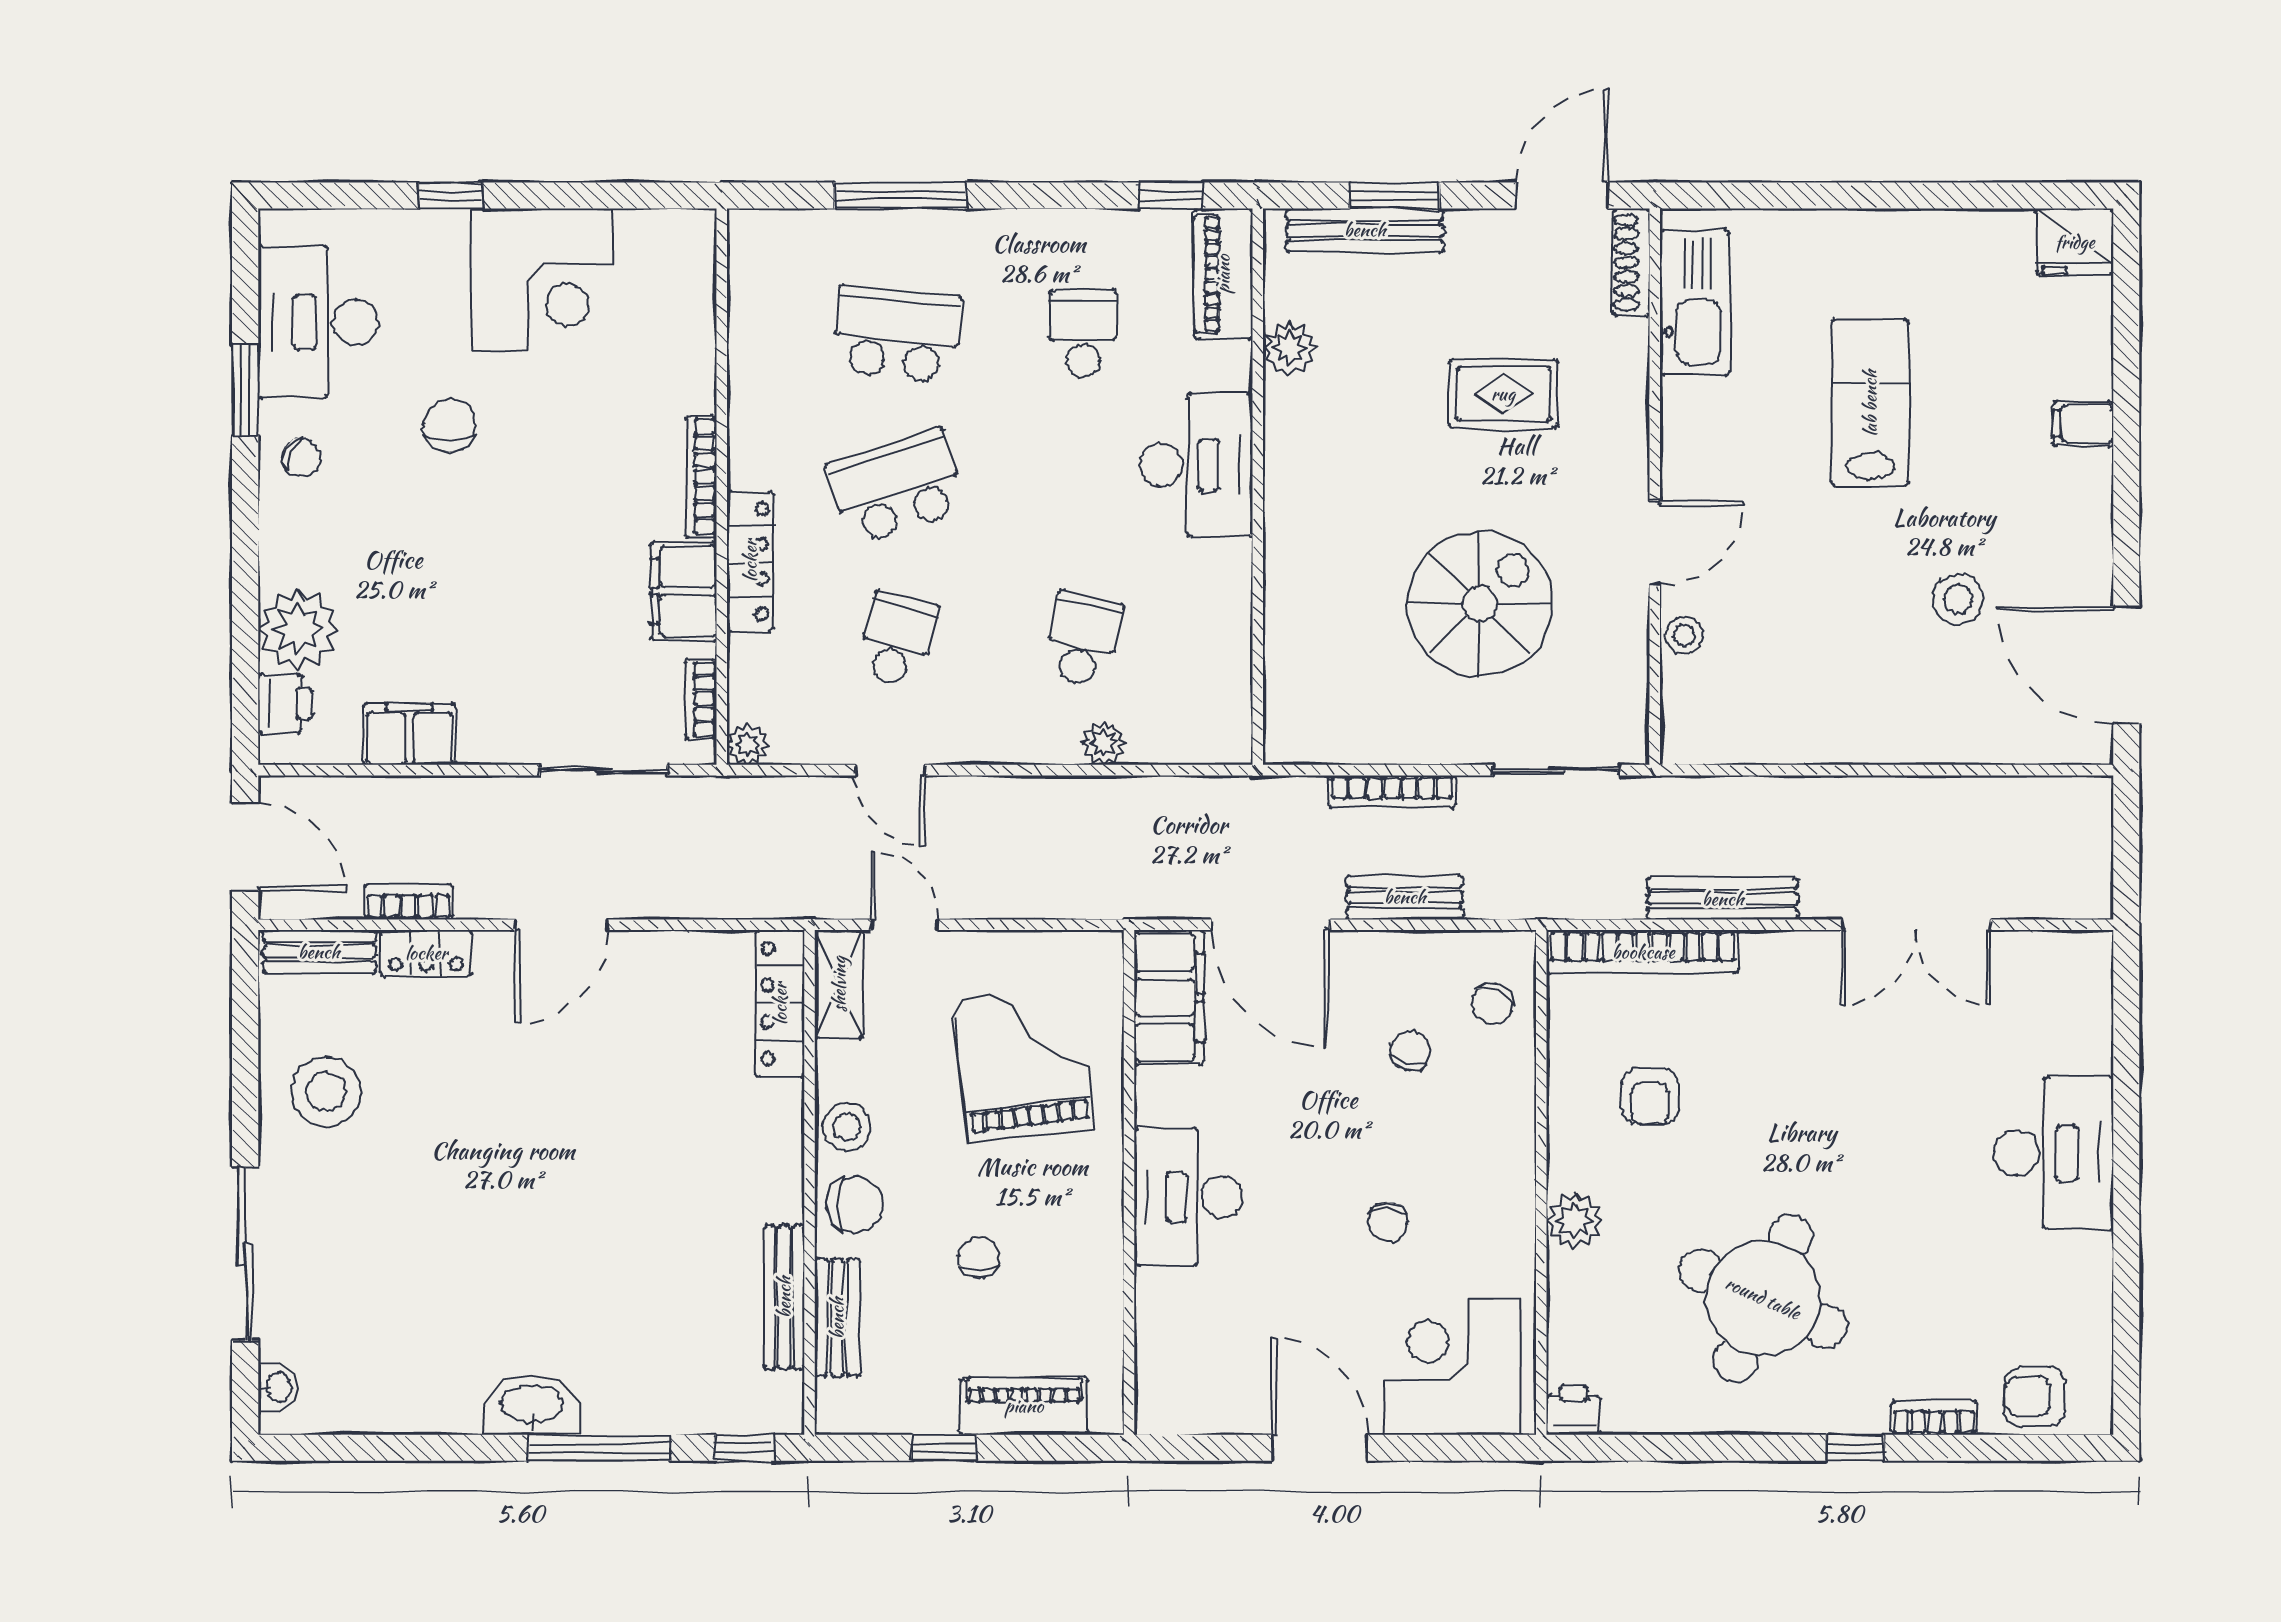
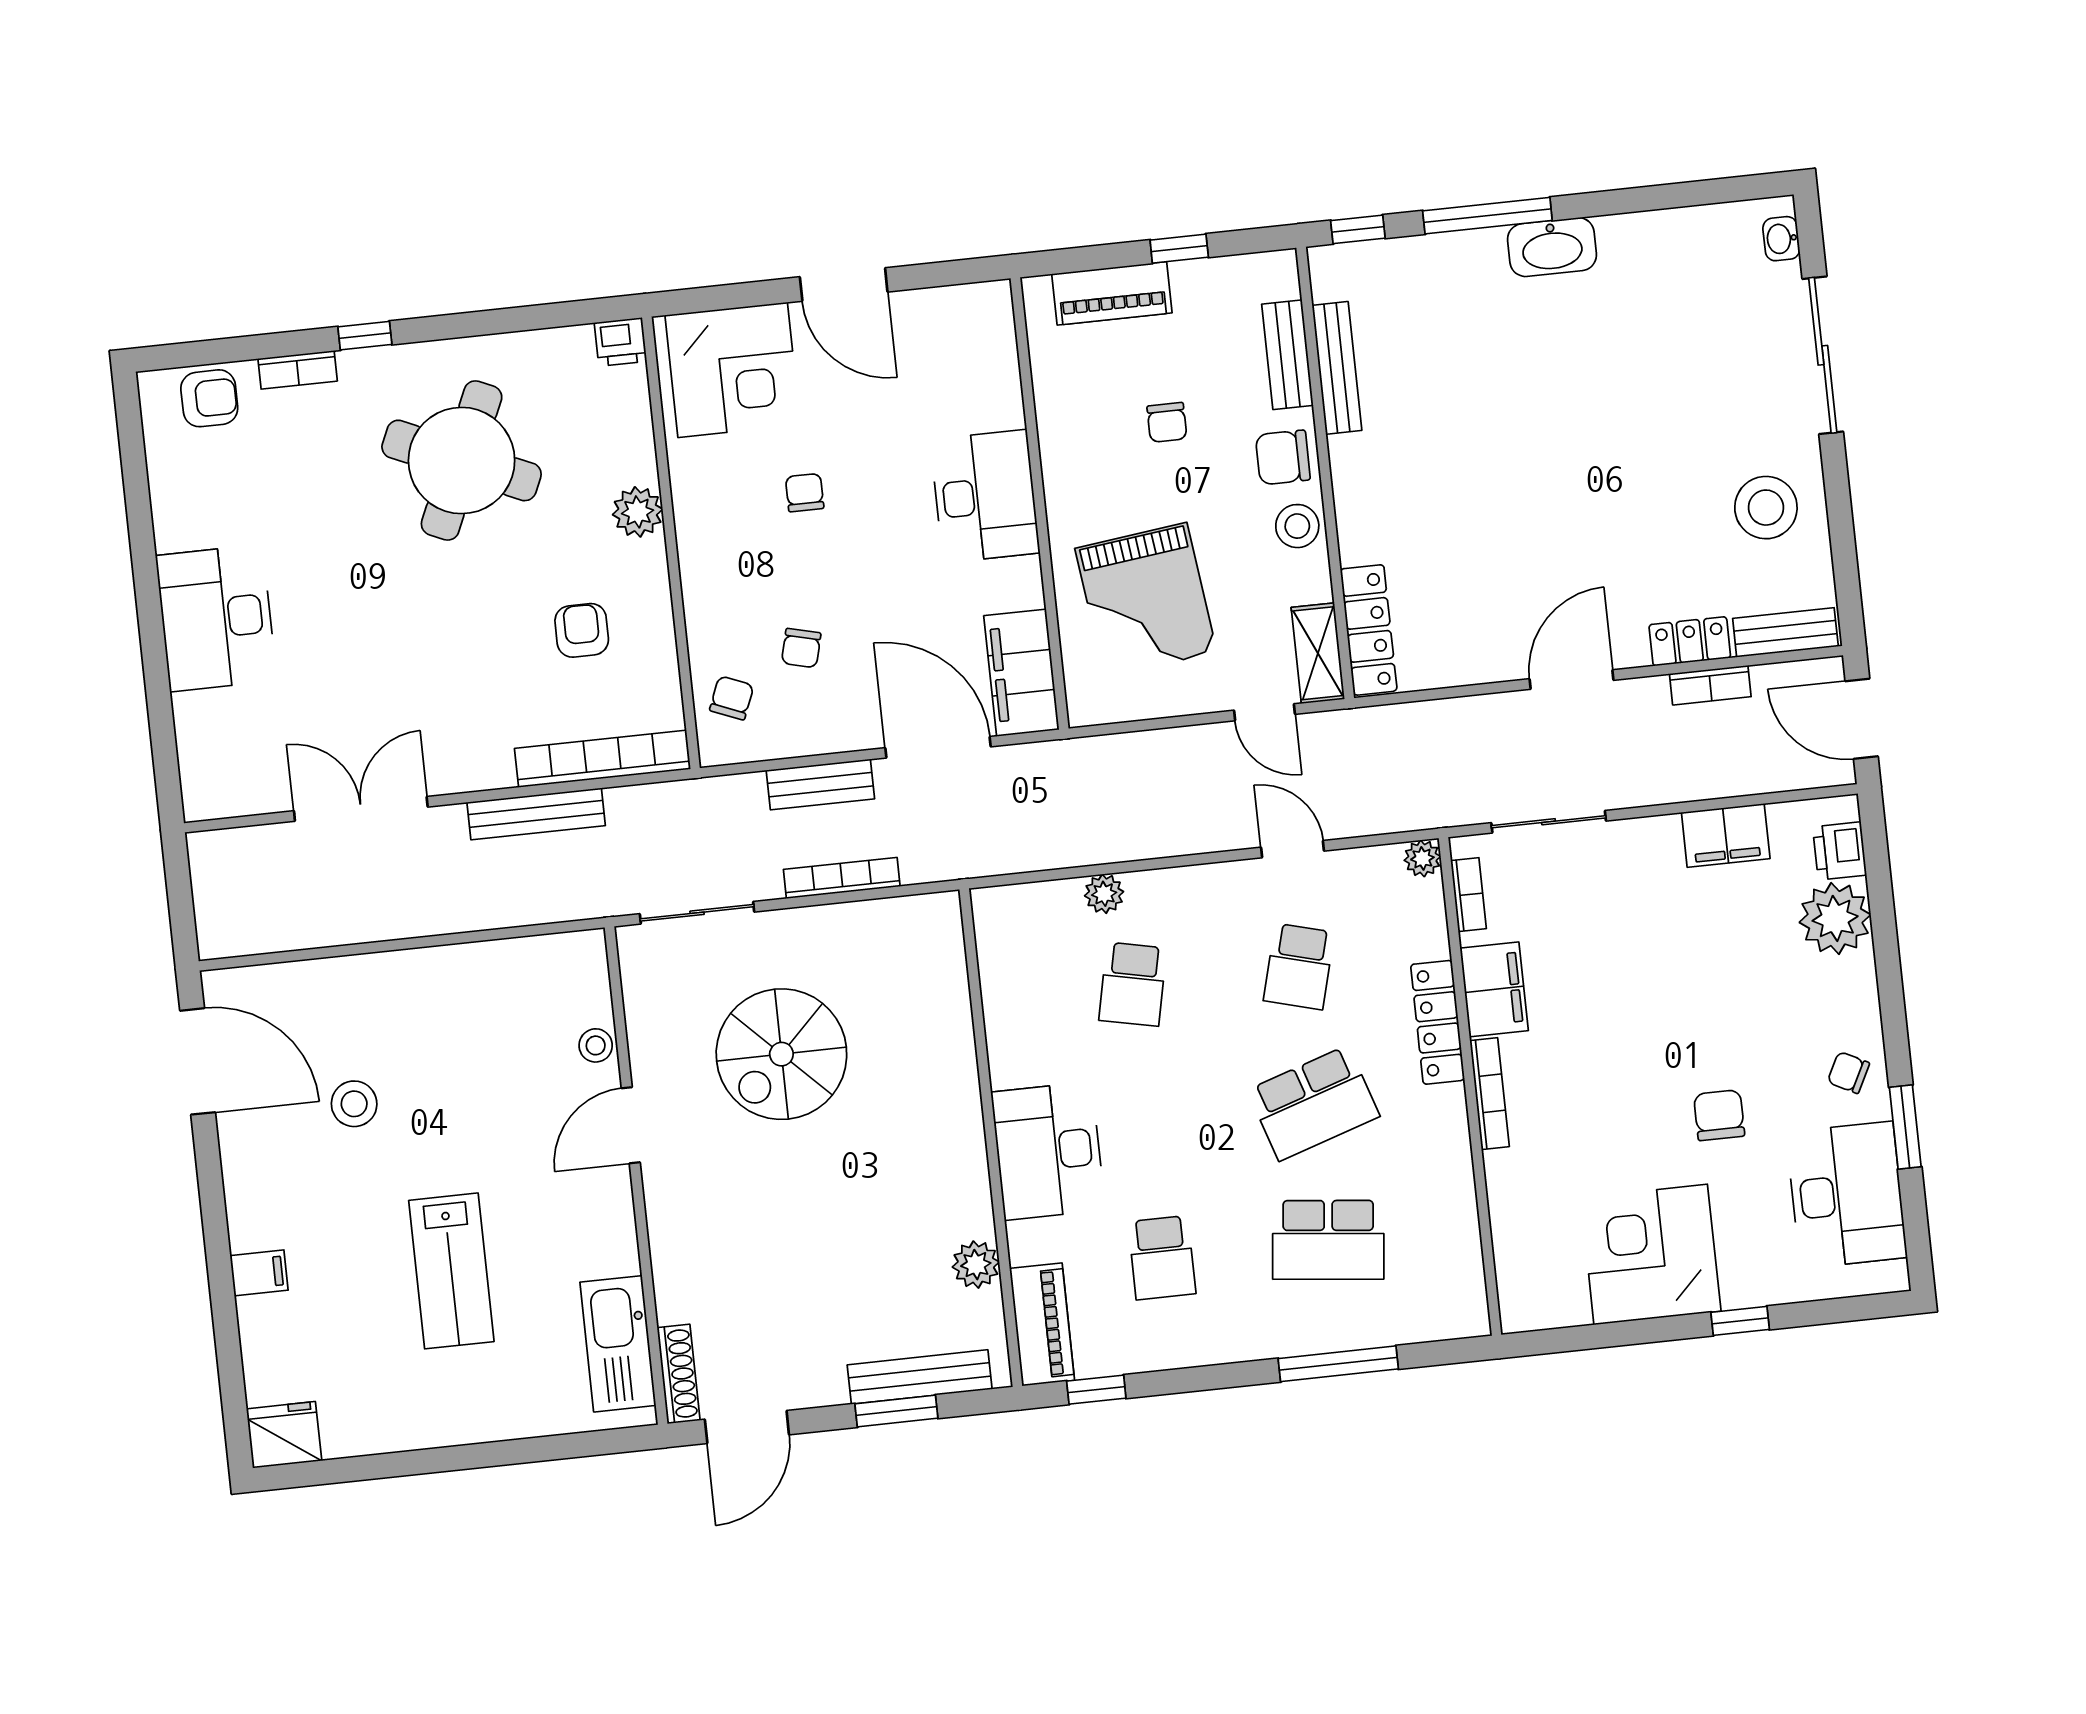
rug: (1503, 394) -> (780, 1244), removed
chair: (450, 425) -> (1719, 1115), turned 180

